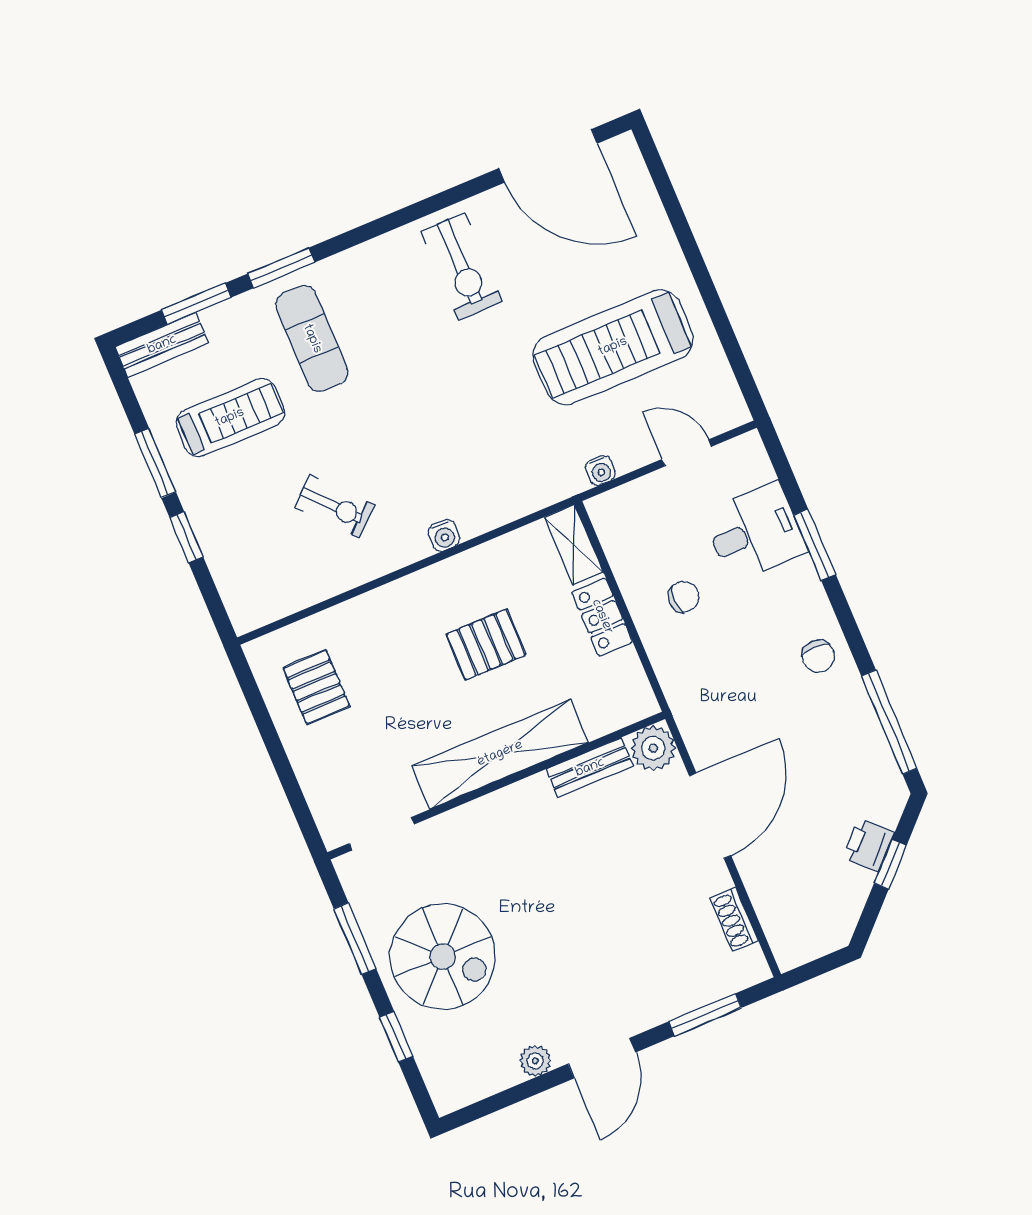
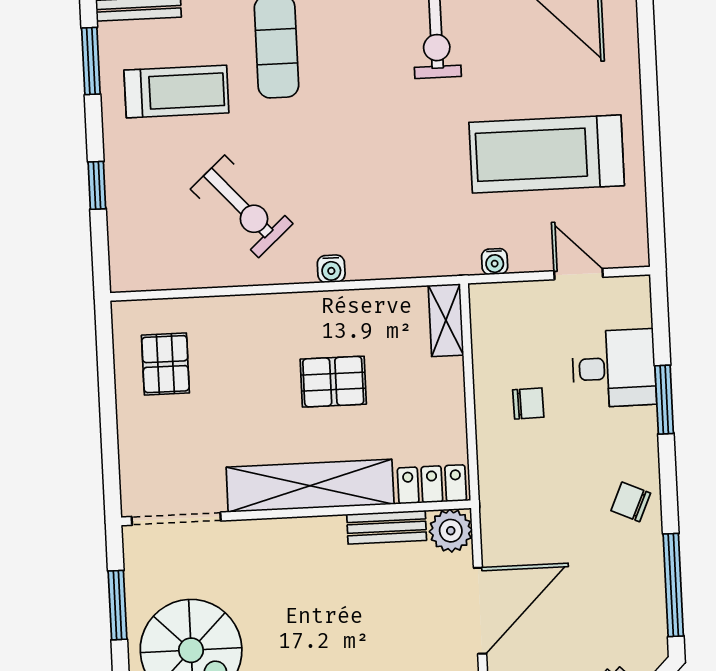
window: (155, 463) -> (91, 61), moved
exercise bike: (335, 506) -> (242, 206), width x1.38, depth x1.39
locker: (602, 617) -> (432, 484), moved, turned 90
chair: (818, 656) -> (631, 502), turned 114
doorway: (382, 834) -> (176, 519), width x1.38

